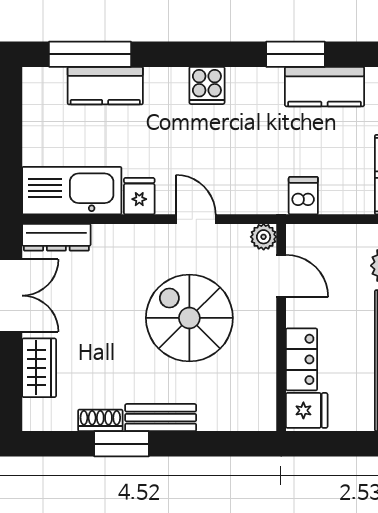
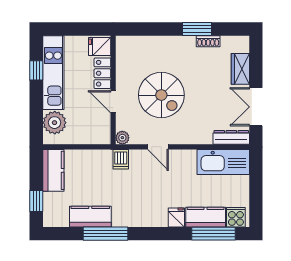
window: (295, 54) -> (106, 234), width x1.44
cooker: (207, 85) -> (236, 217), moved
fridge: (139, 196) -> (176, 217), moved, turned 180
dishwasher: (303, 196) -> (121, 159), moved
door: (281, 276) -> (113, 102), moved
bench: (161, 418) -> (176, 43), removed

